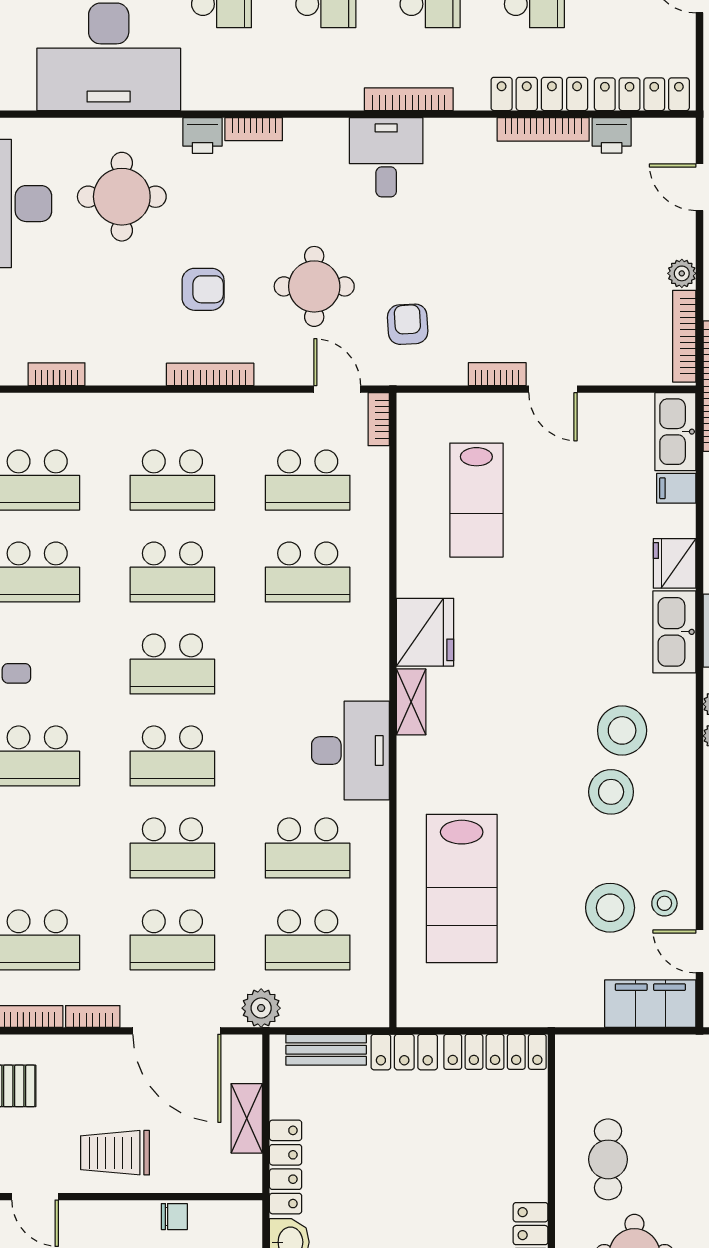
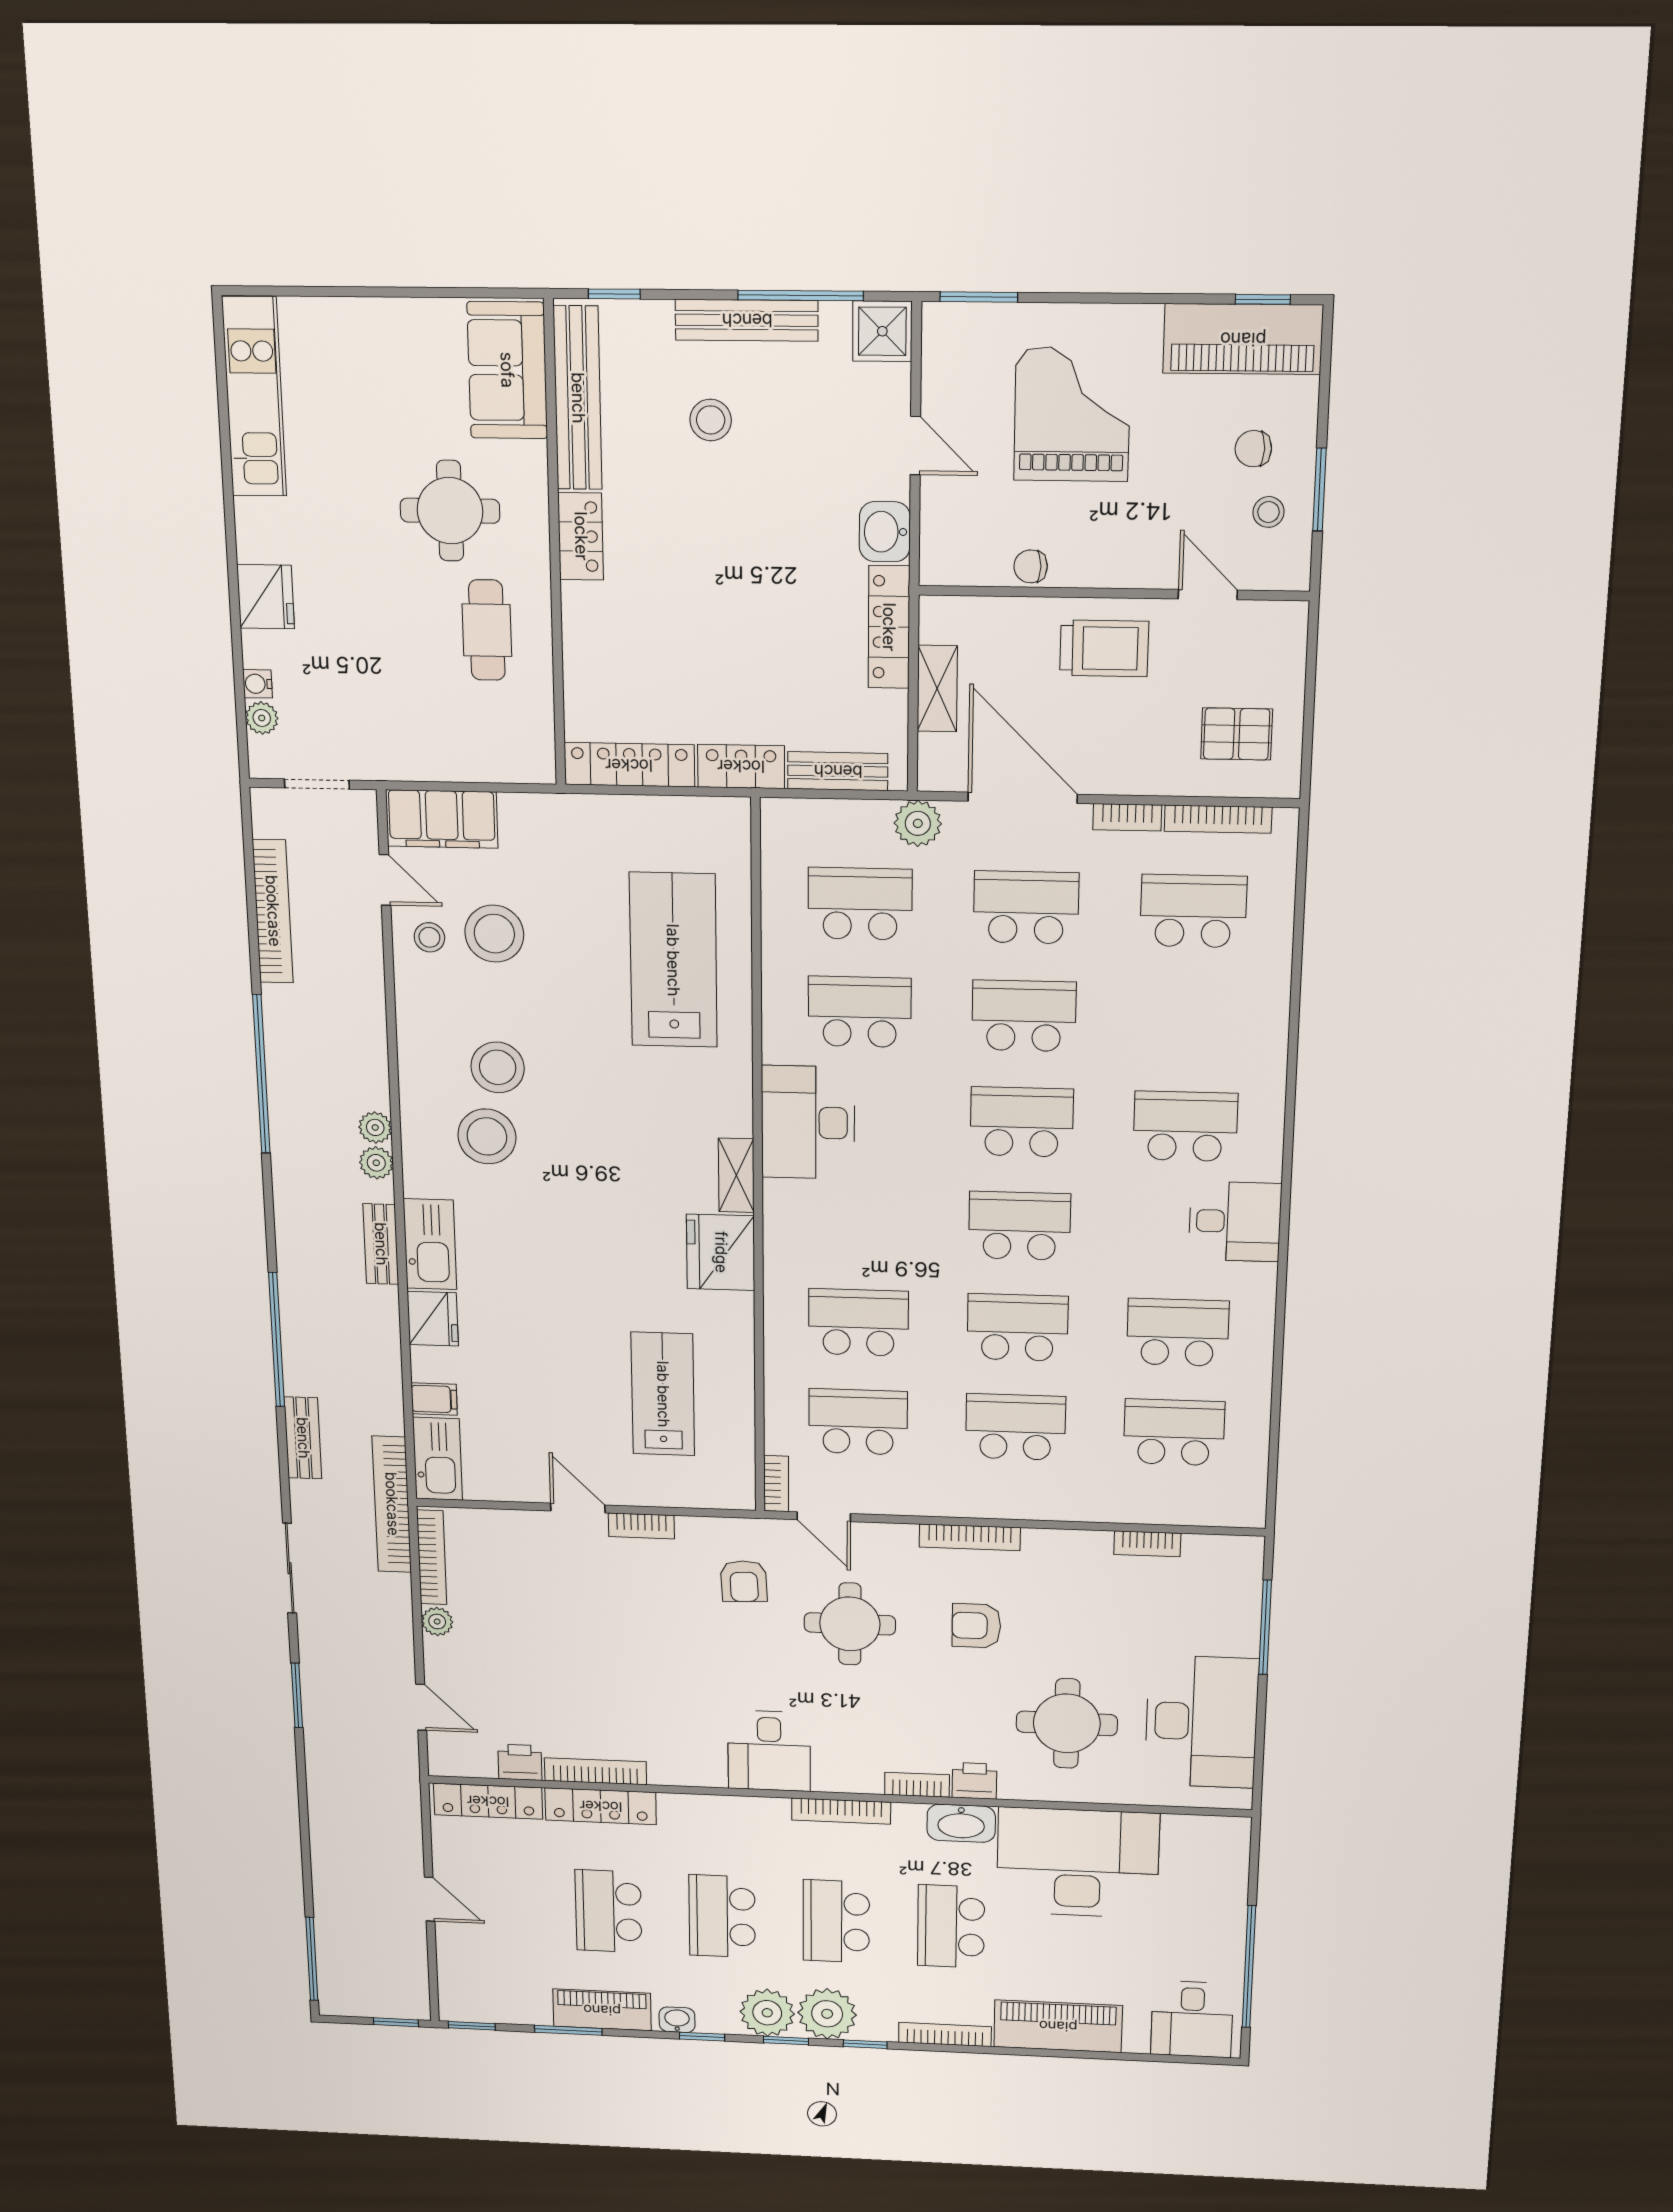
washbasin: (214, 92) -> (961, 1823), added
bookcase: (409, 99) -> (841, 1811), moved

